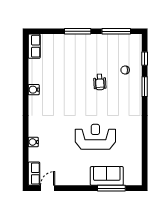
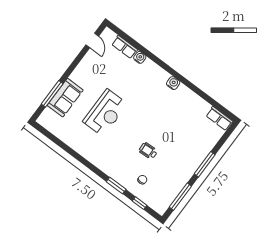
water cooler: (34, 90) -> (173, 83), moved
row of seats: (34, 174) -> (125, 47), moved

